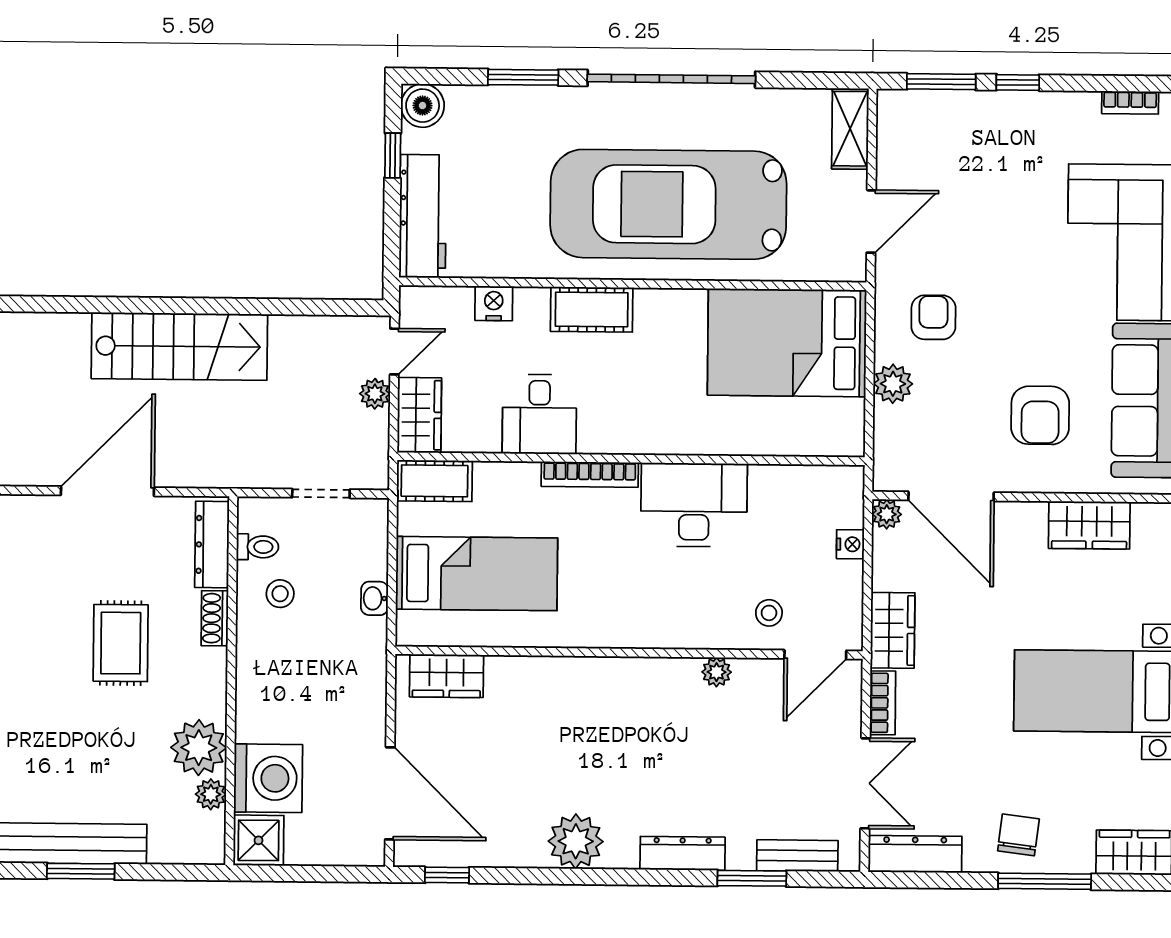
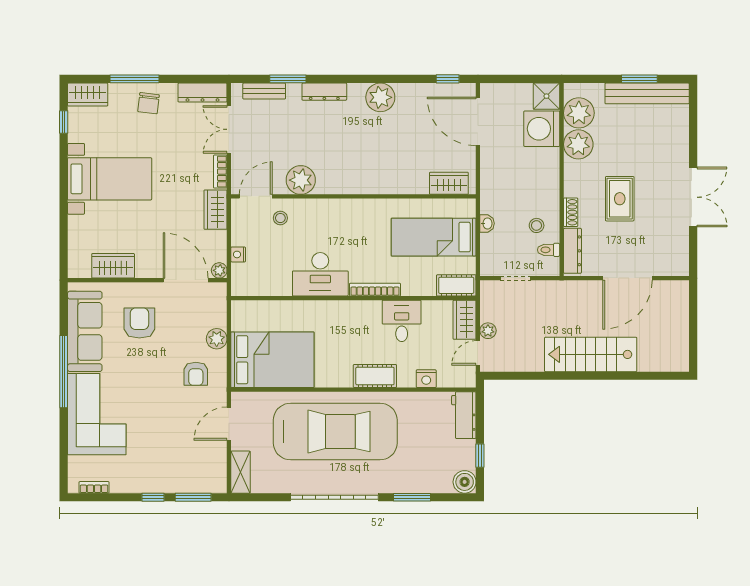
workbench: (423, 216) -> (464, 415), width x0.73
plant: (717, 672) -> (301, 180), width x1.88, depth x1.88
plant: (211, 794) -> (579, 113), width x1.87, depth x1.87

